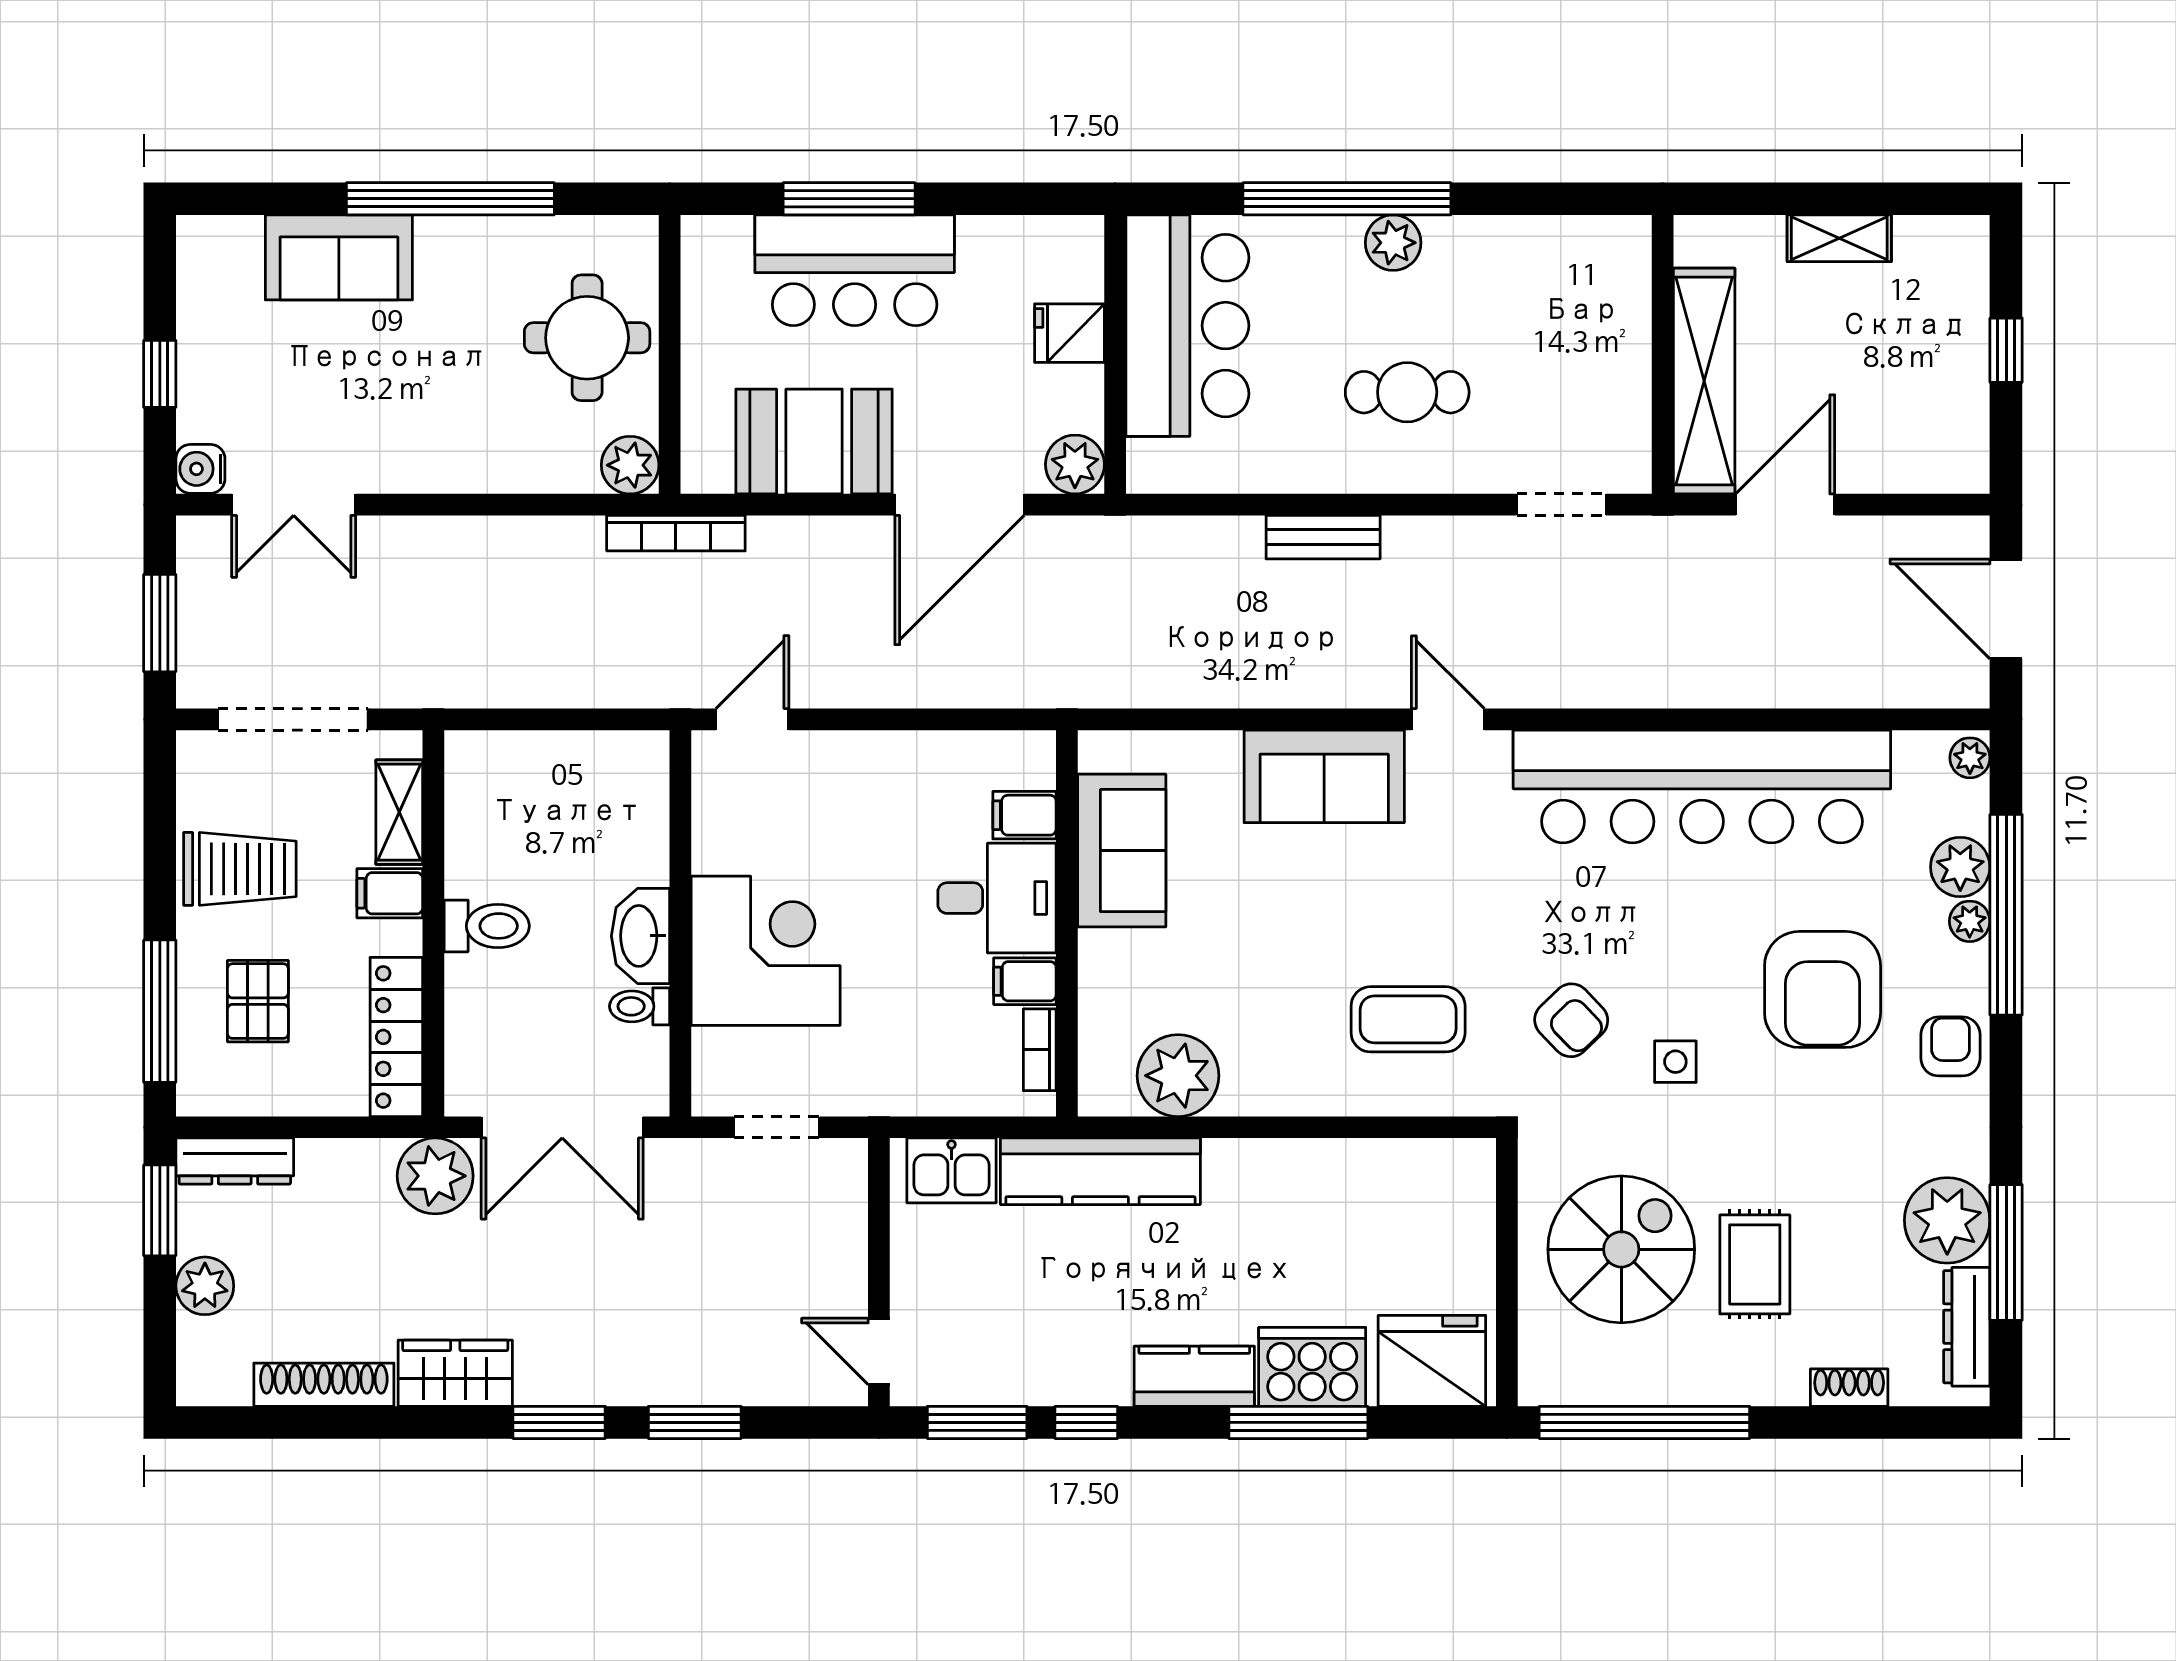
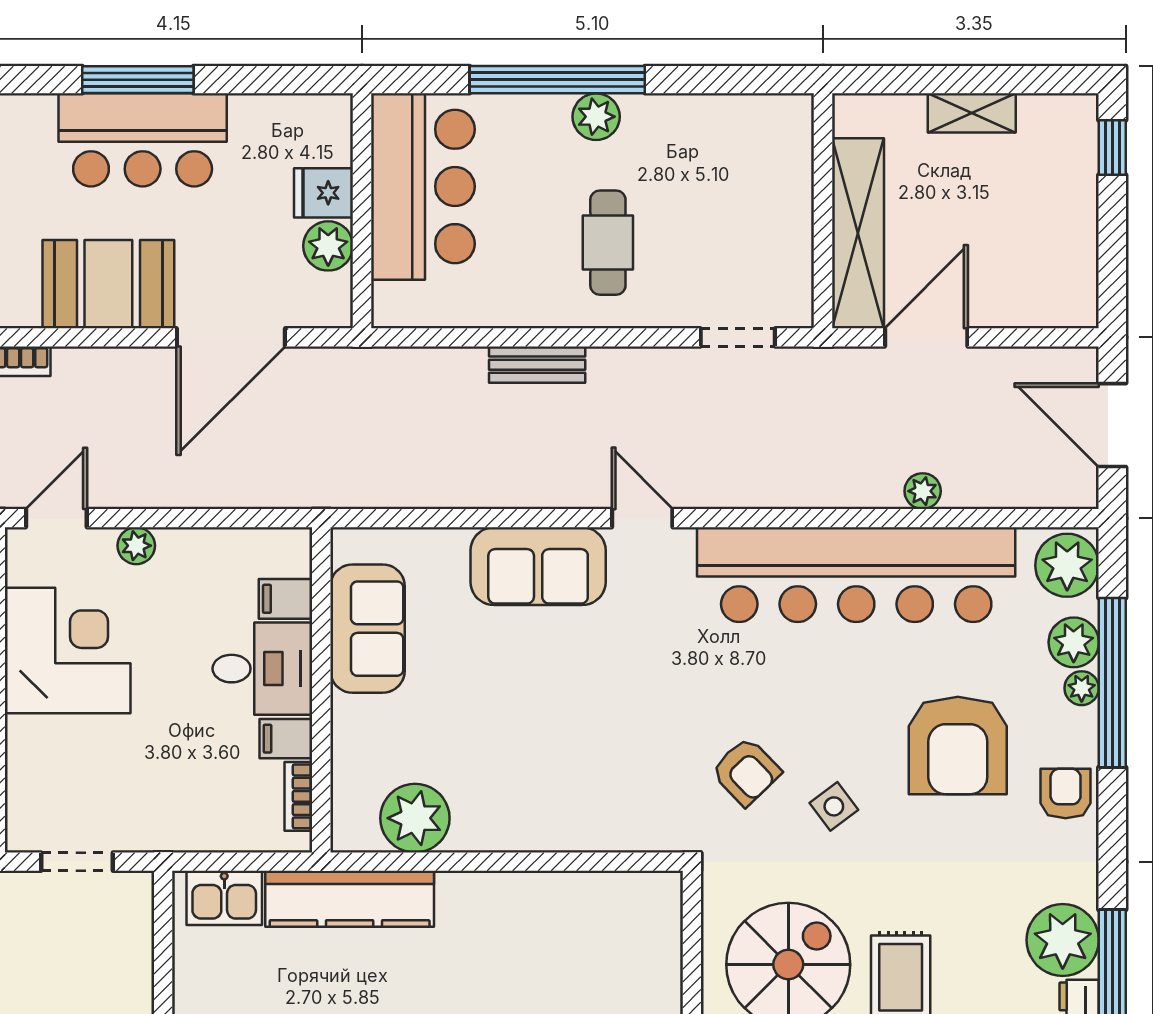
window: (2006, 350) -> (1112, 147), moved
cafe table: (1407, 392) -> (608, 243), turned 90
plant: (1075, 464) -> (328, 246), moved
plant: (1781, 687) -> (923, 491), added
plant: (847, 752) -> (136, 546), added
plant: (1970, 758) -> (1067, 565), width x1.87, depth x1.87
corner desk: (766, 951) -> (68, 651), moved
coffee table: (1408, 1019) -> (609, 771), removed
side table: (1675, 1062) -> (834, 806), turned -37

